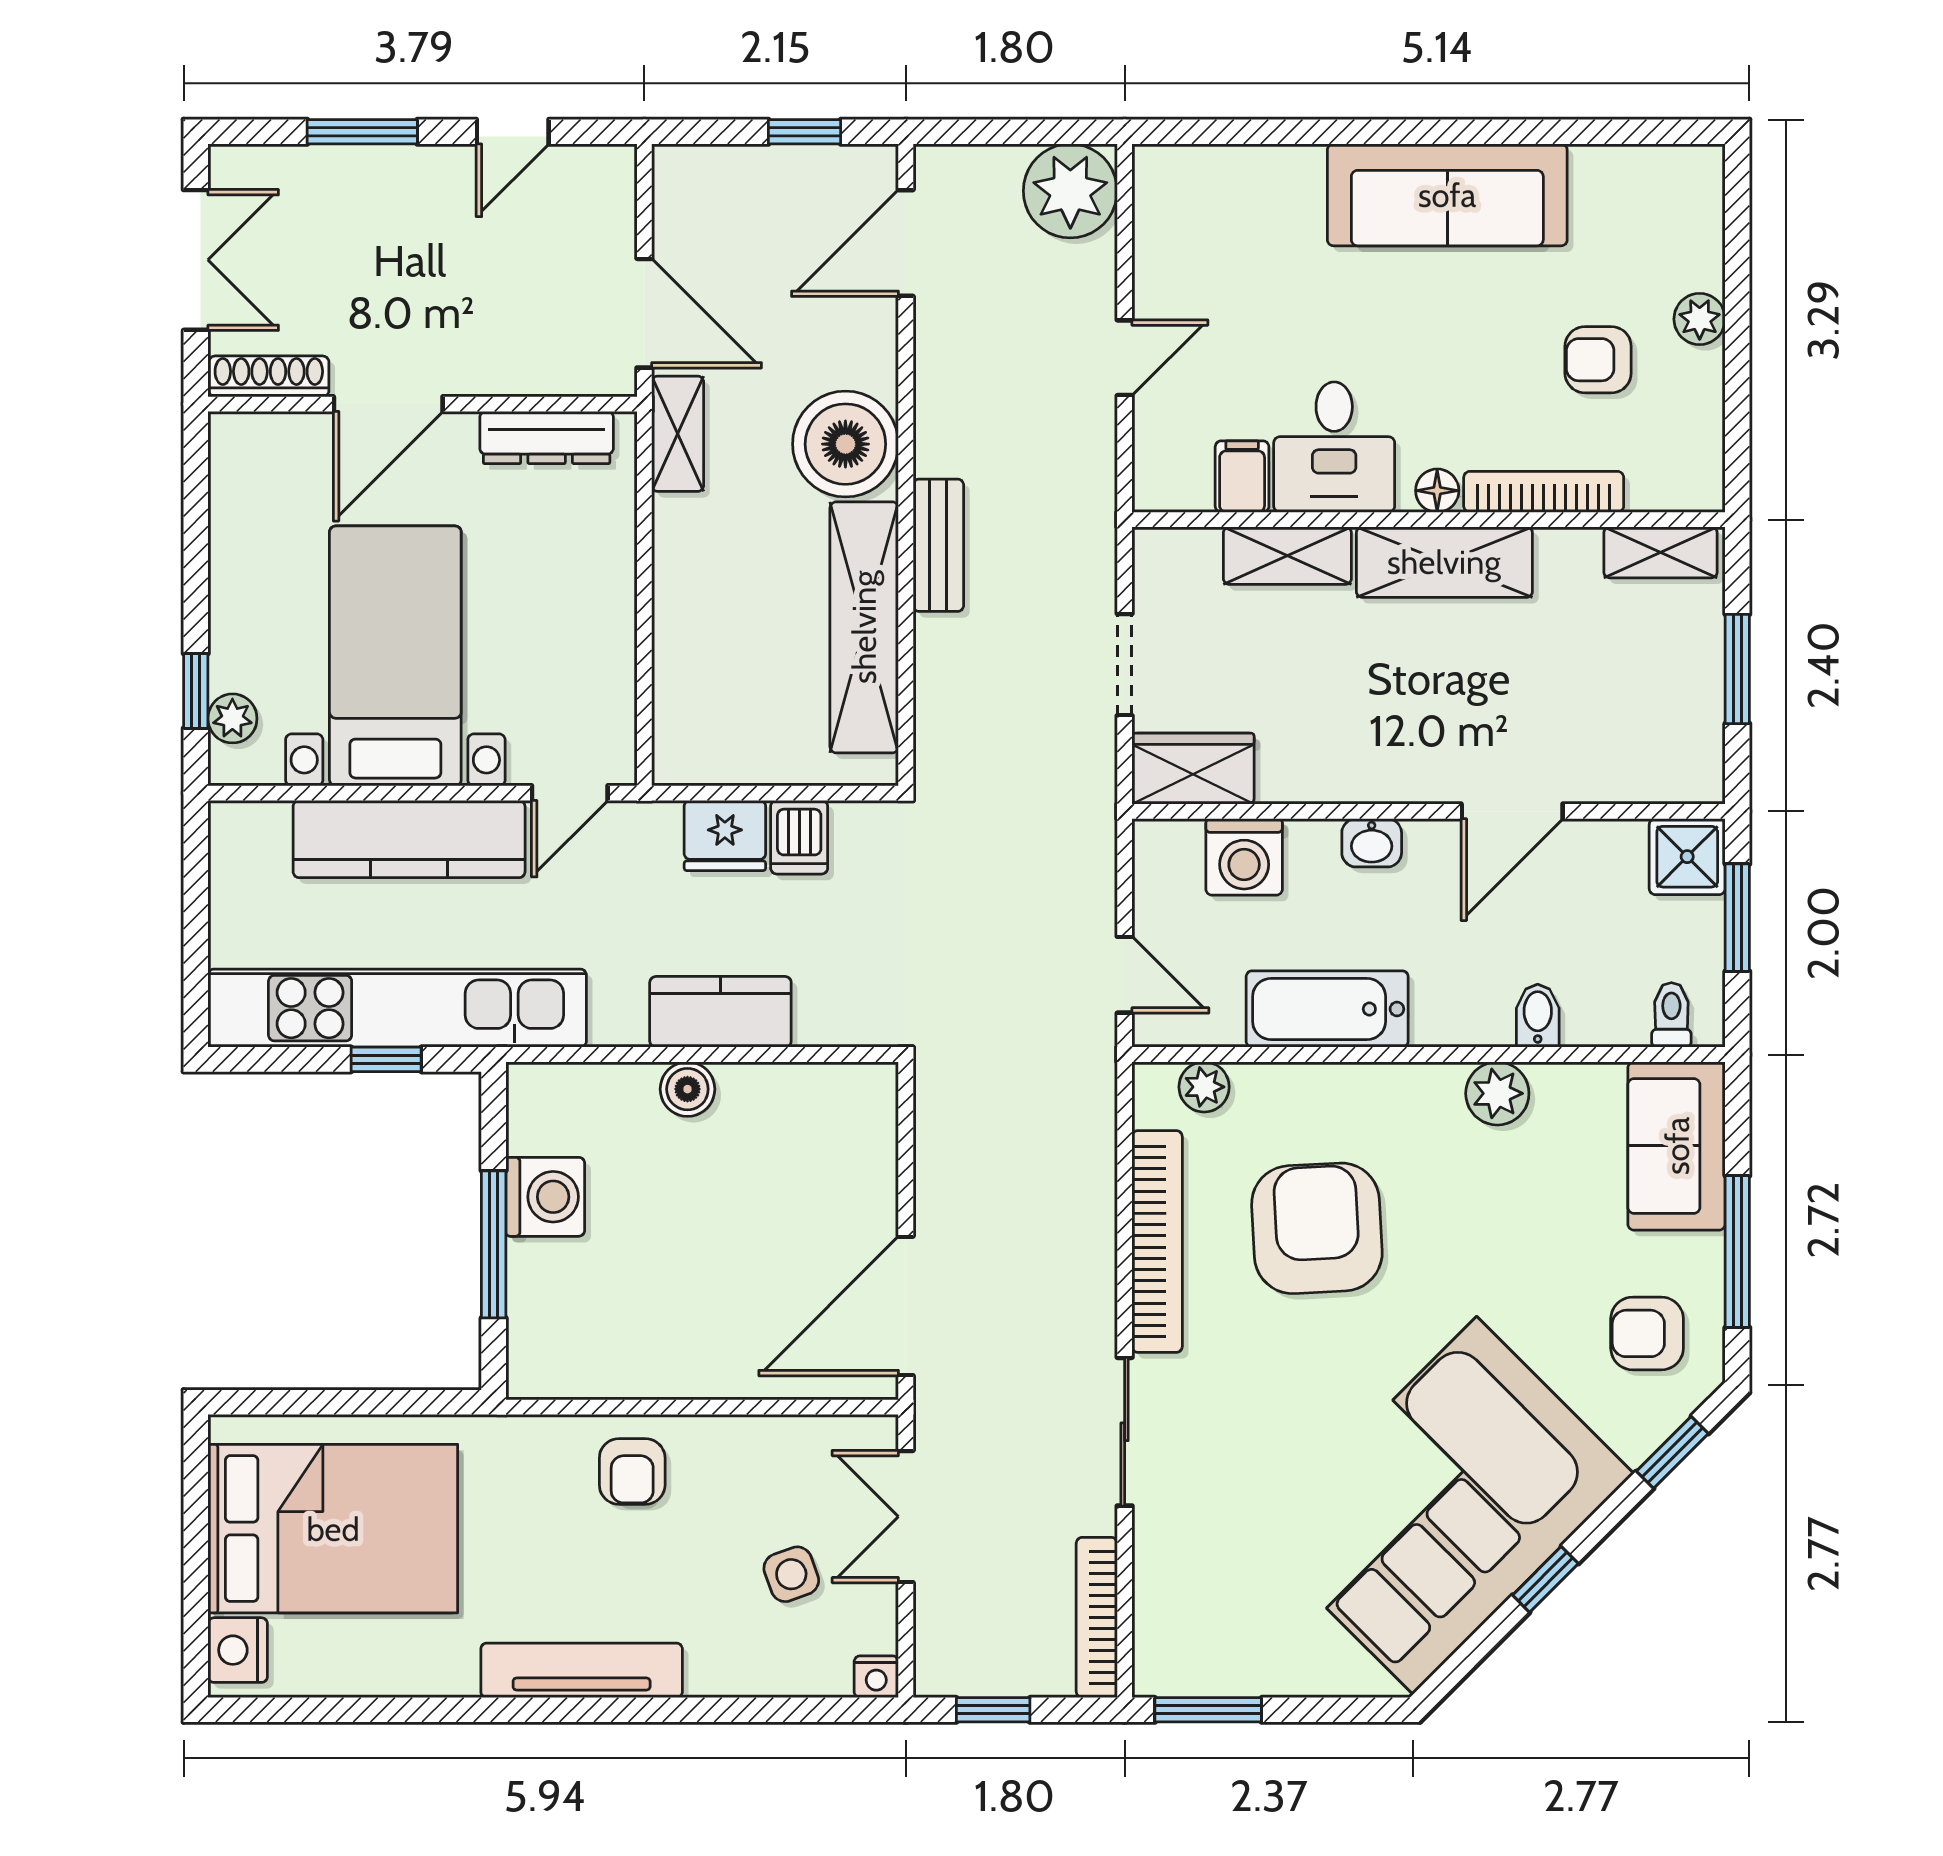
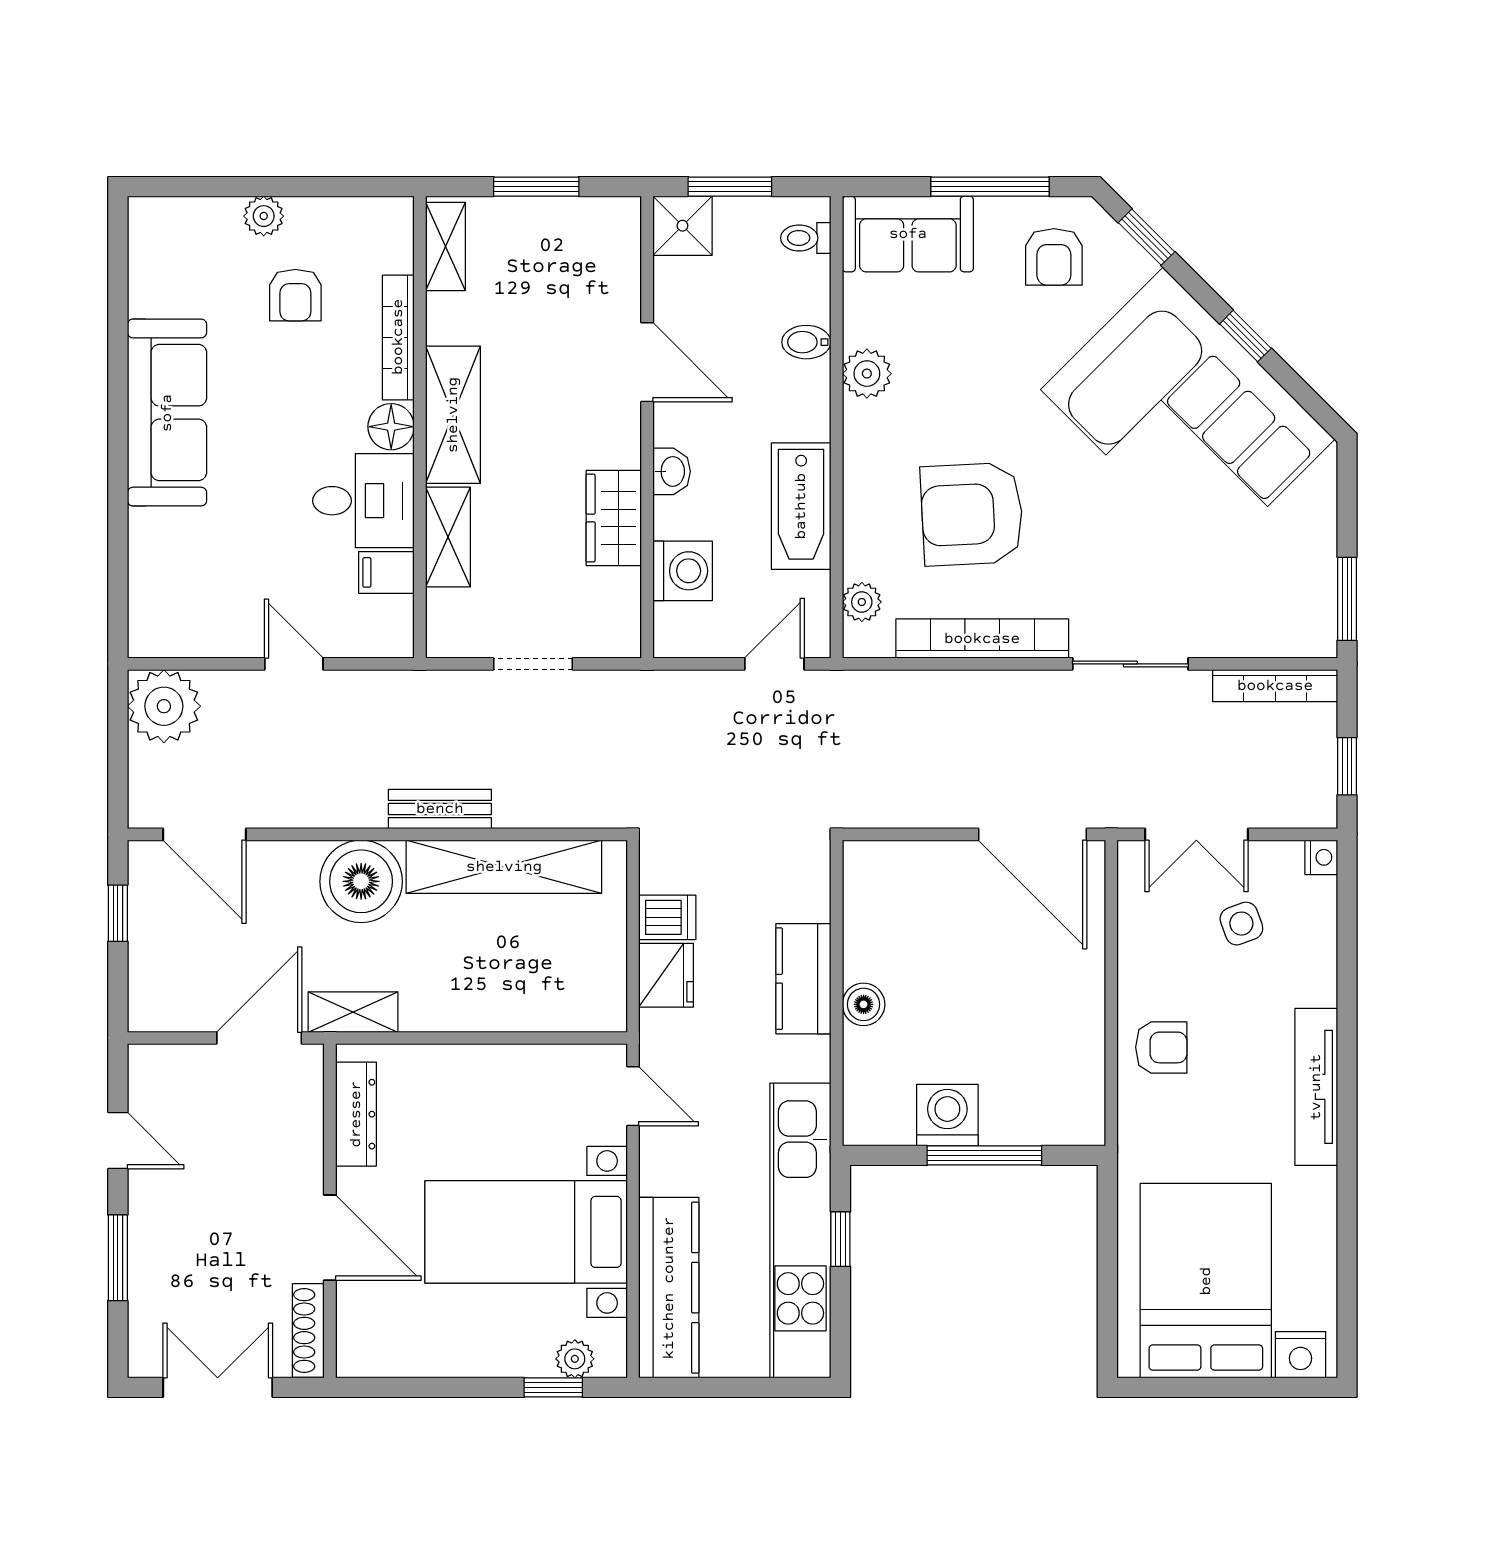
floor lamp: (1437, 491) -> (391, 427), width x1.37, depth x1.37
wardrobe: (1193, 769) -> (614, 518), moved
kitchen counter: (409, 839) -> (669, 1288), moved

